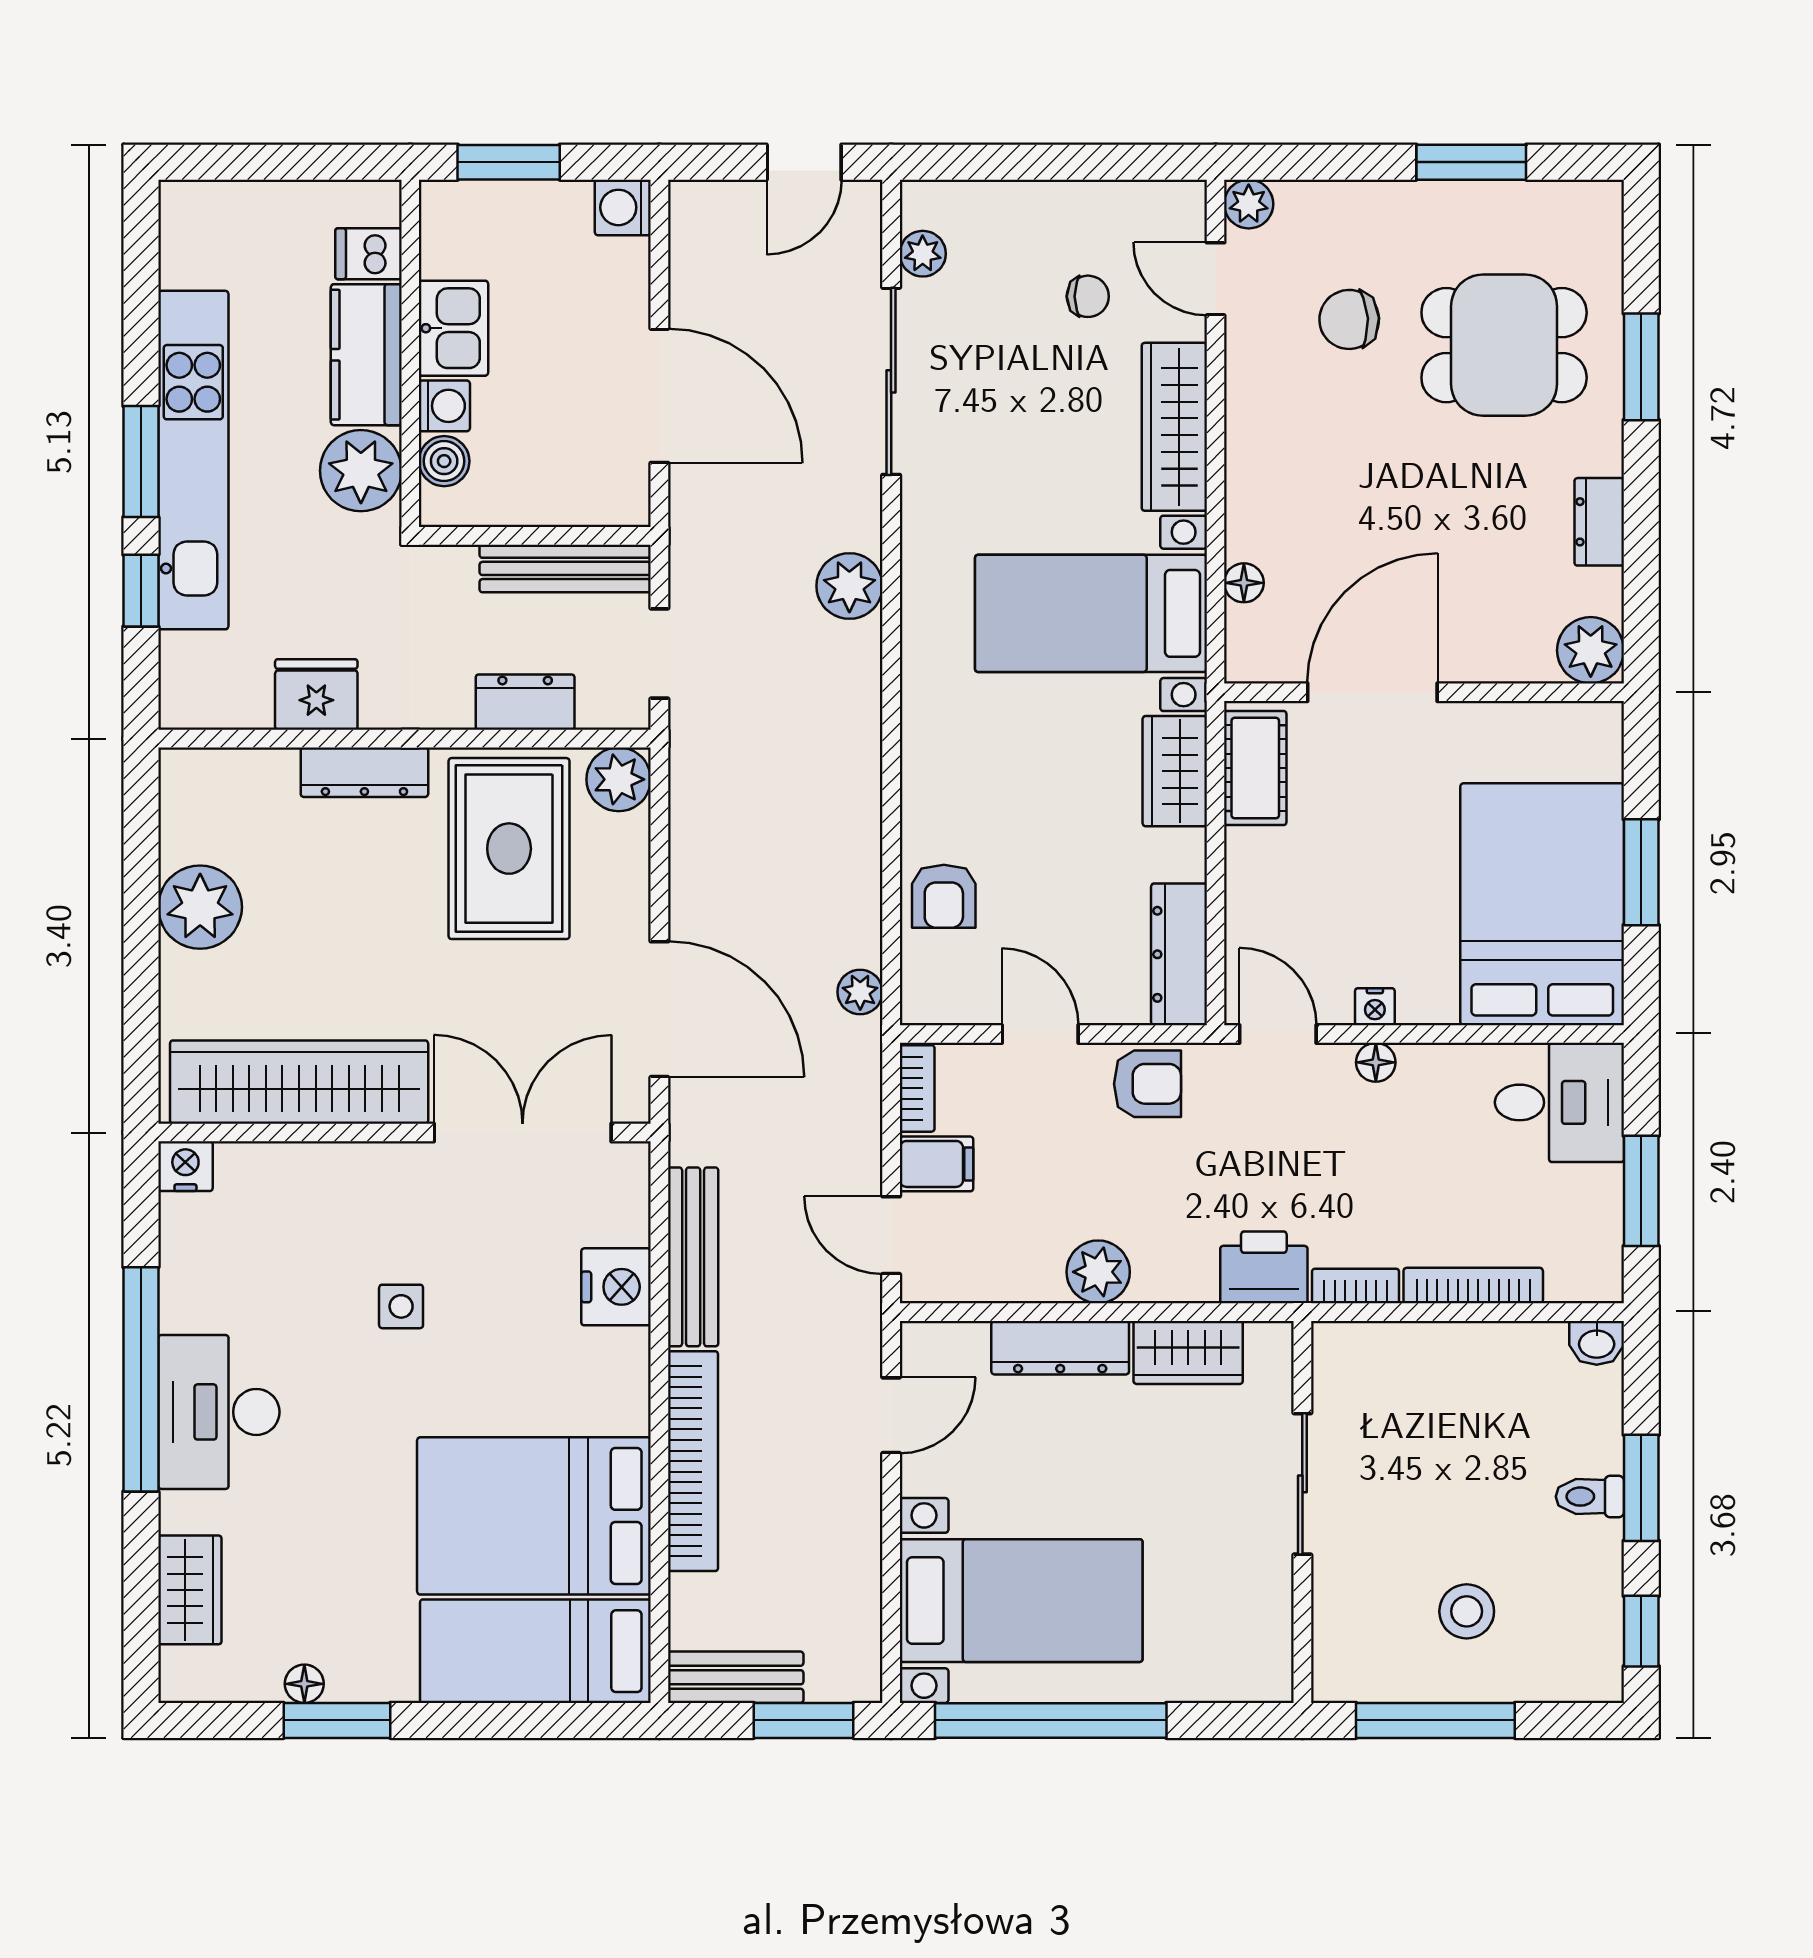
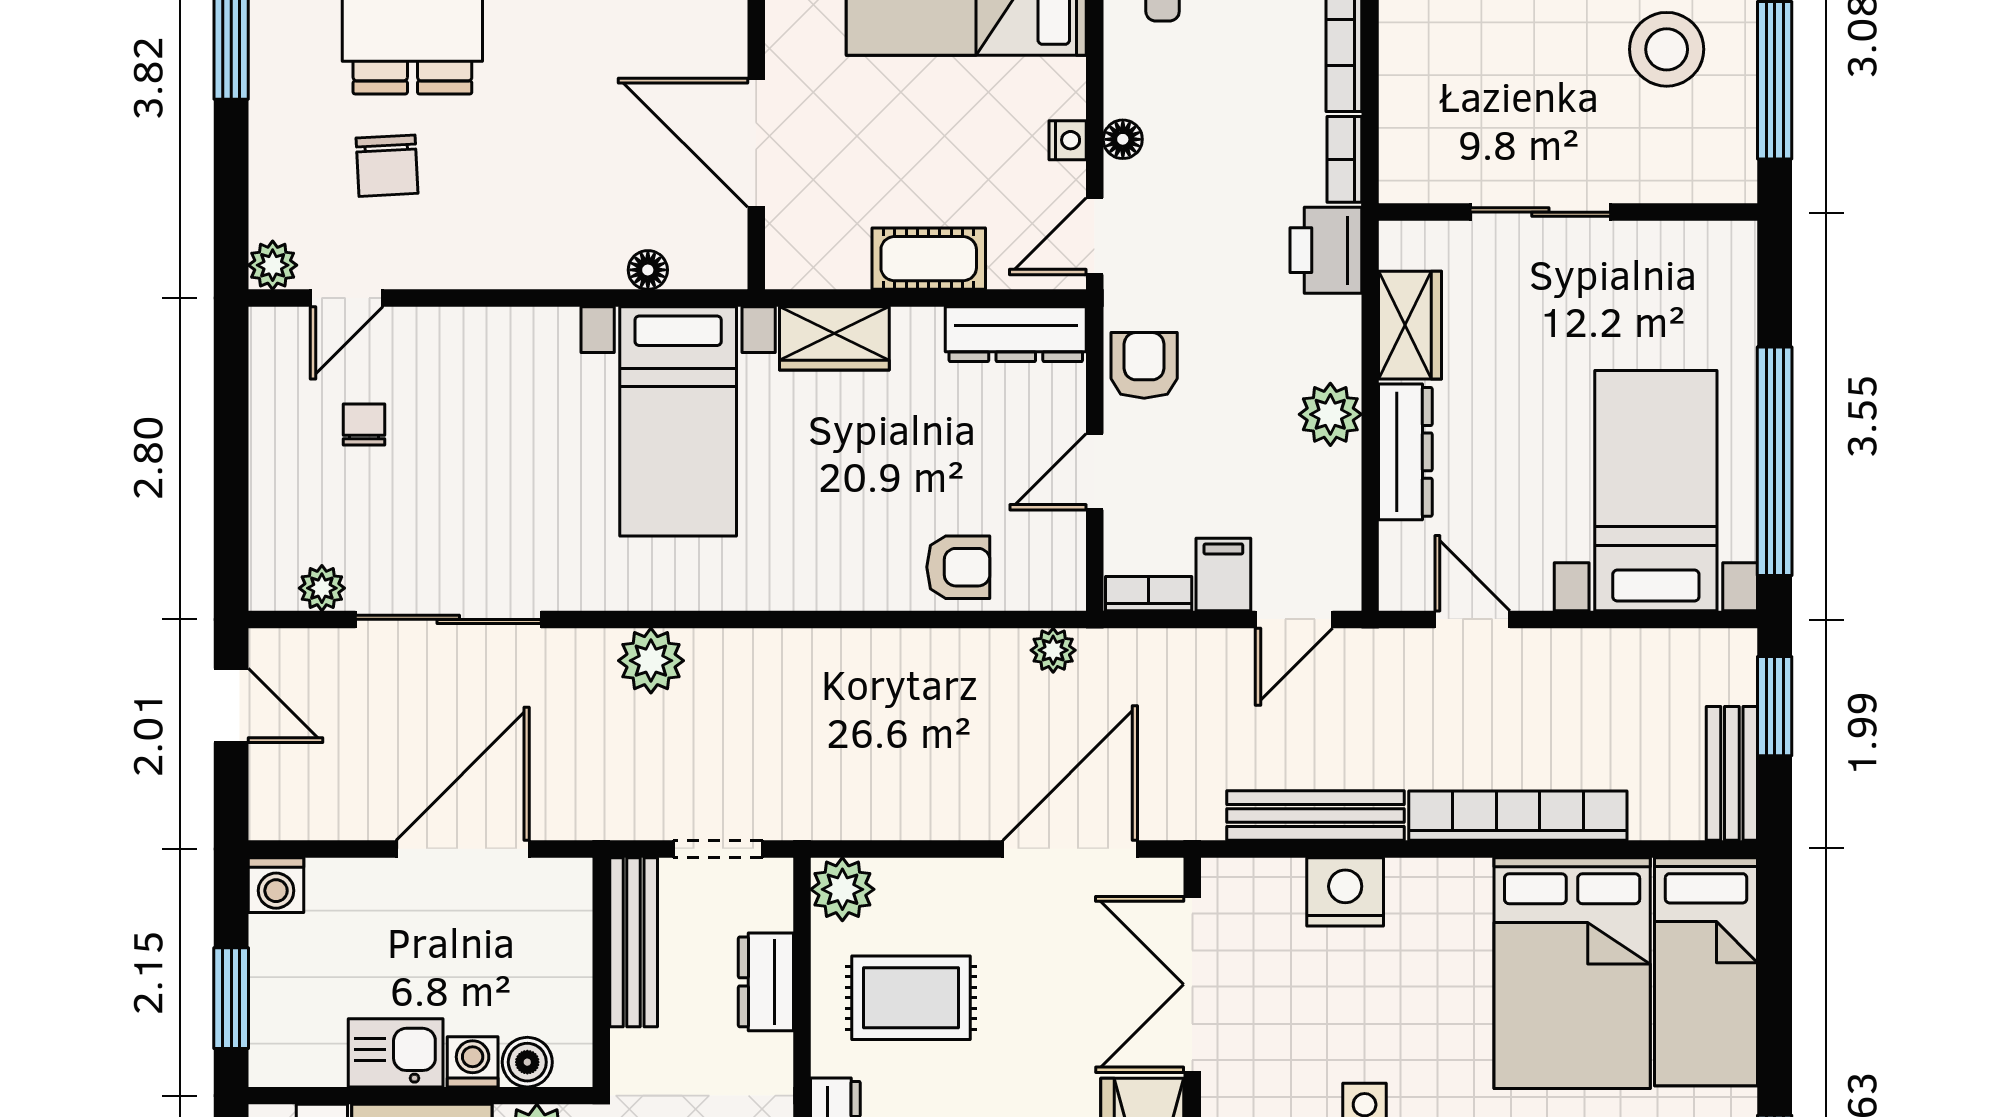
wardrobe: (1174, 427) -> (493, 339), removed
cot: (1255, 768) -> (929, 259), moved
rug: (509, 849) -> (911, 998), width x0.73, depth x0.70
stool: (1467, 1611) -> (1667, 49), width x1.38, depth x1.38

